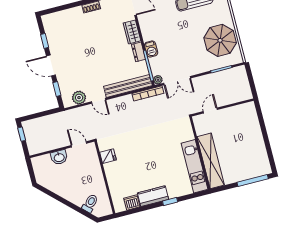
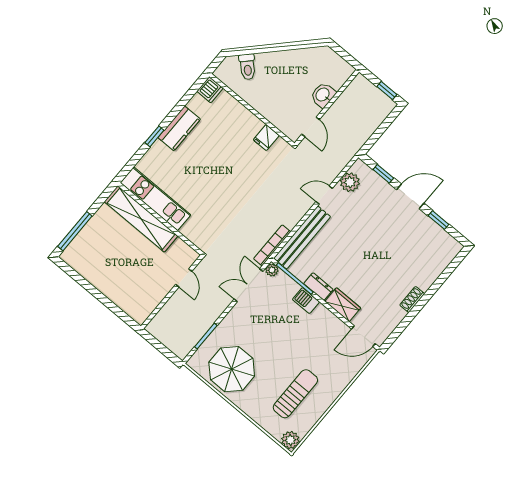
door: (79, 144) -> (311, 127), hinge flipped
dishwasher: (132, 202) -> (210, 90), moved

